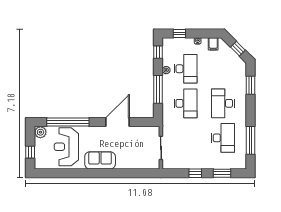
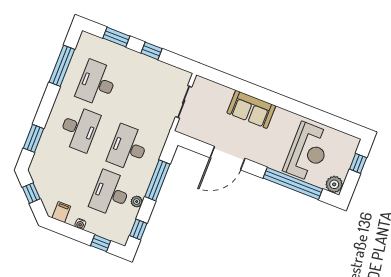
sofa: (100, 160) -> (251, 109), moved

